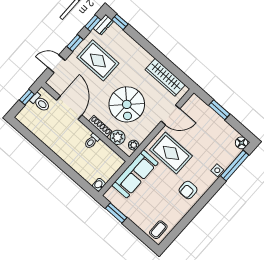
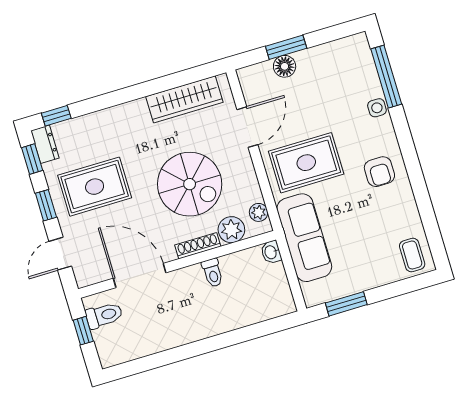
floor lamp: (242, 143) -> (285, 66), moved
washbasin: (99, 185) -> (271, 252), moved

